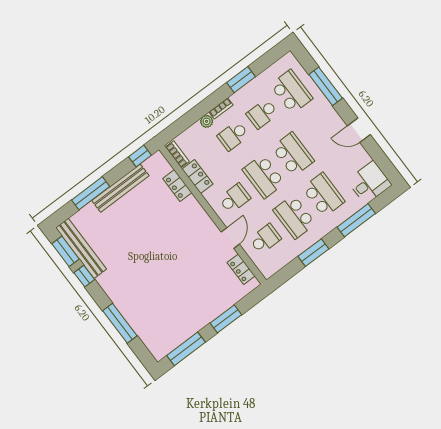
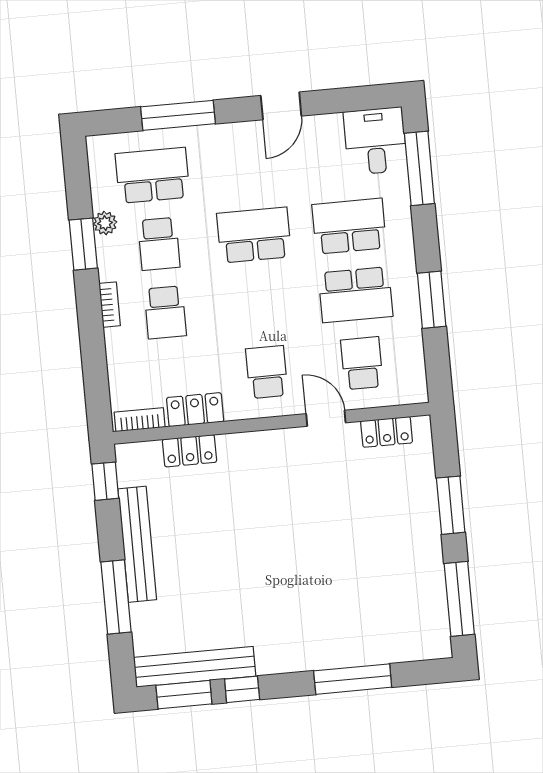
plant: (207, 121) -> (105, 223), moved
school desk: (264, 176) -> (260, 304), removed
window: (356, 220) -> (419, 168), moved

